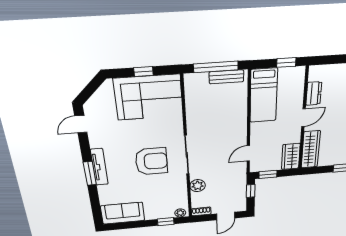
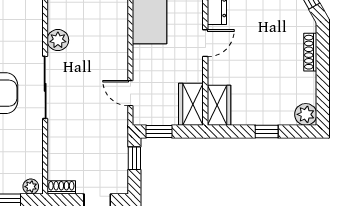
wardrobe: (311, 149) -> (219, 105), width x0.67
door: (248, 153) -> (130, 93), hinge flipped
plant: (198, 186) -> (58, 40), moved

